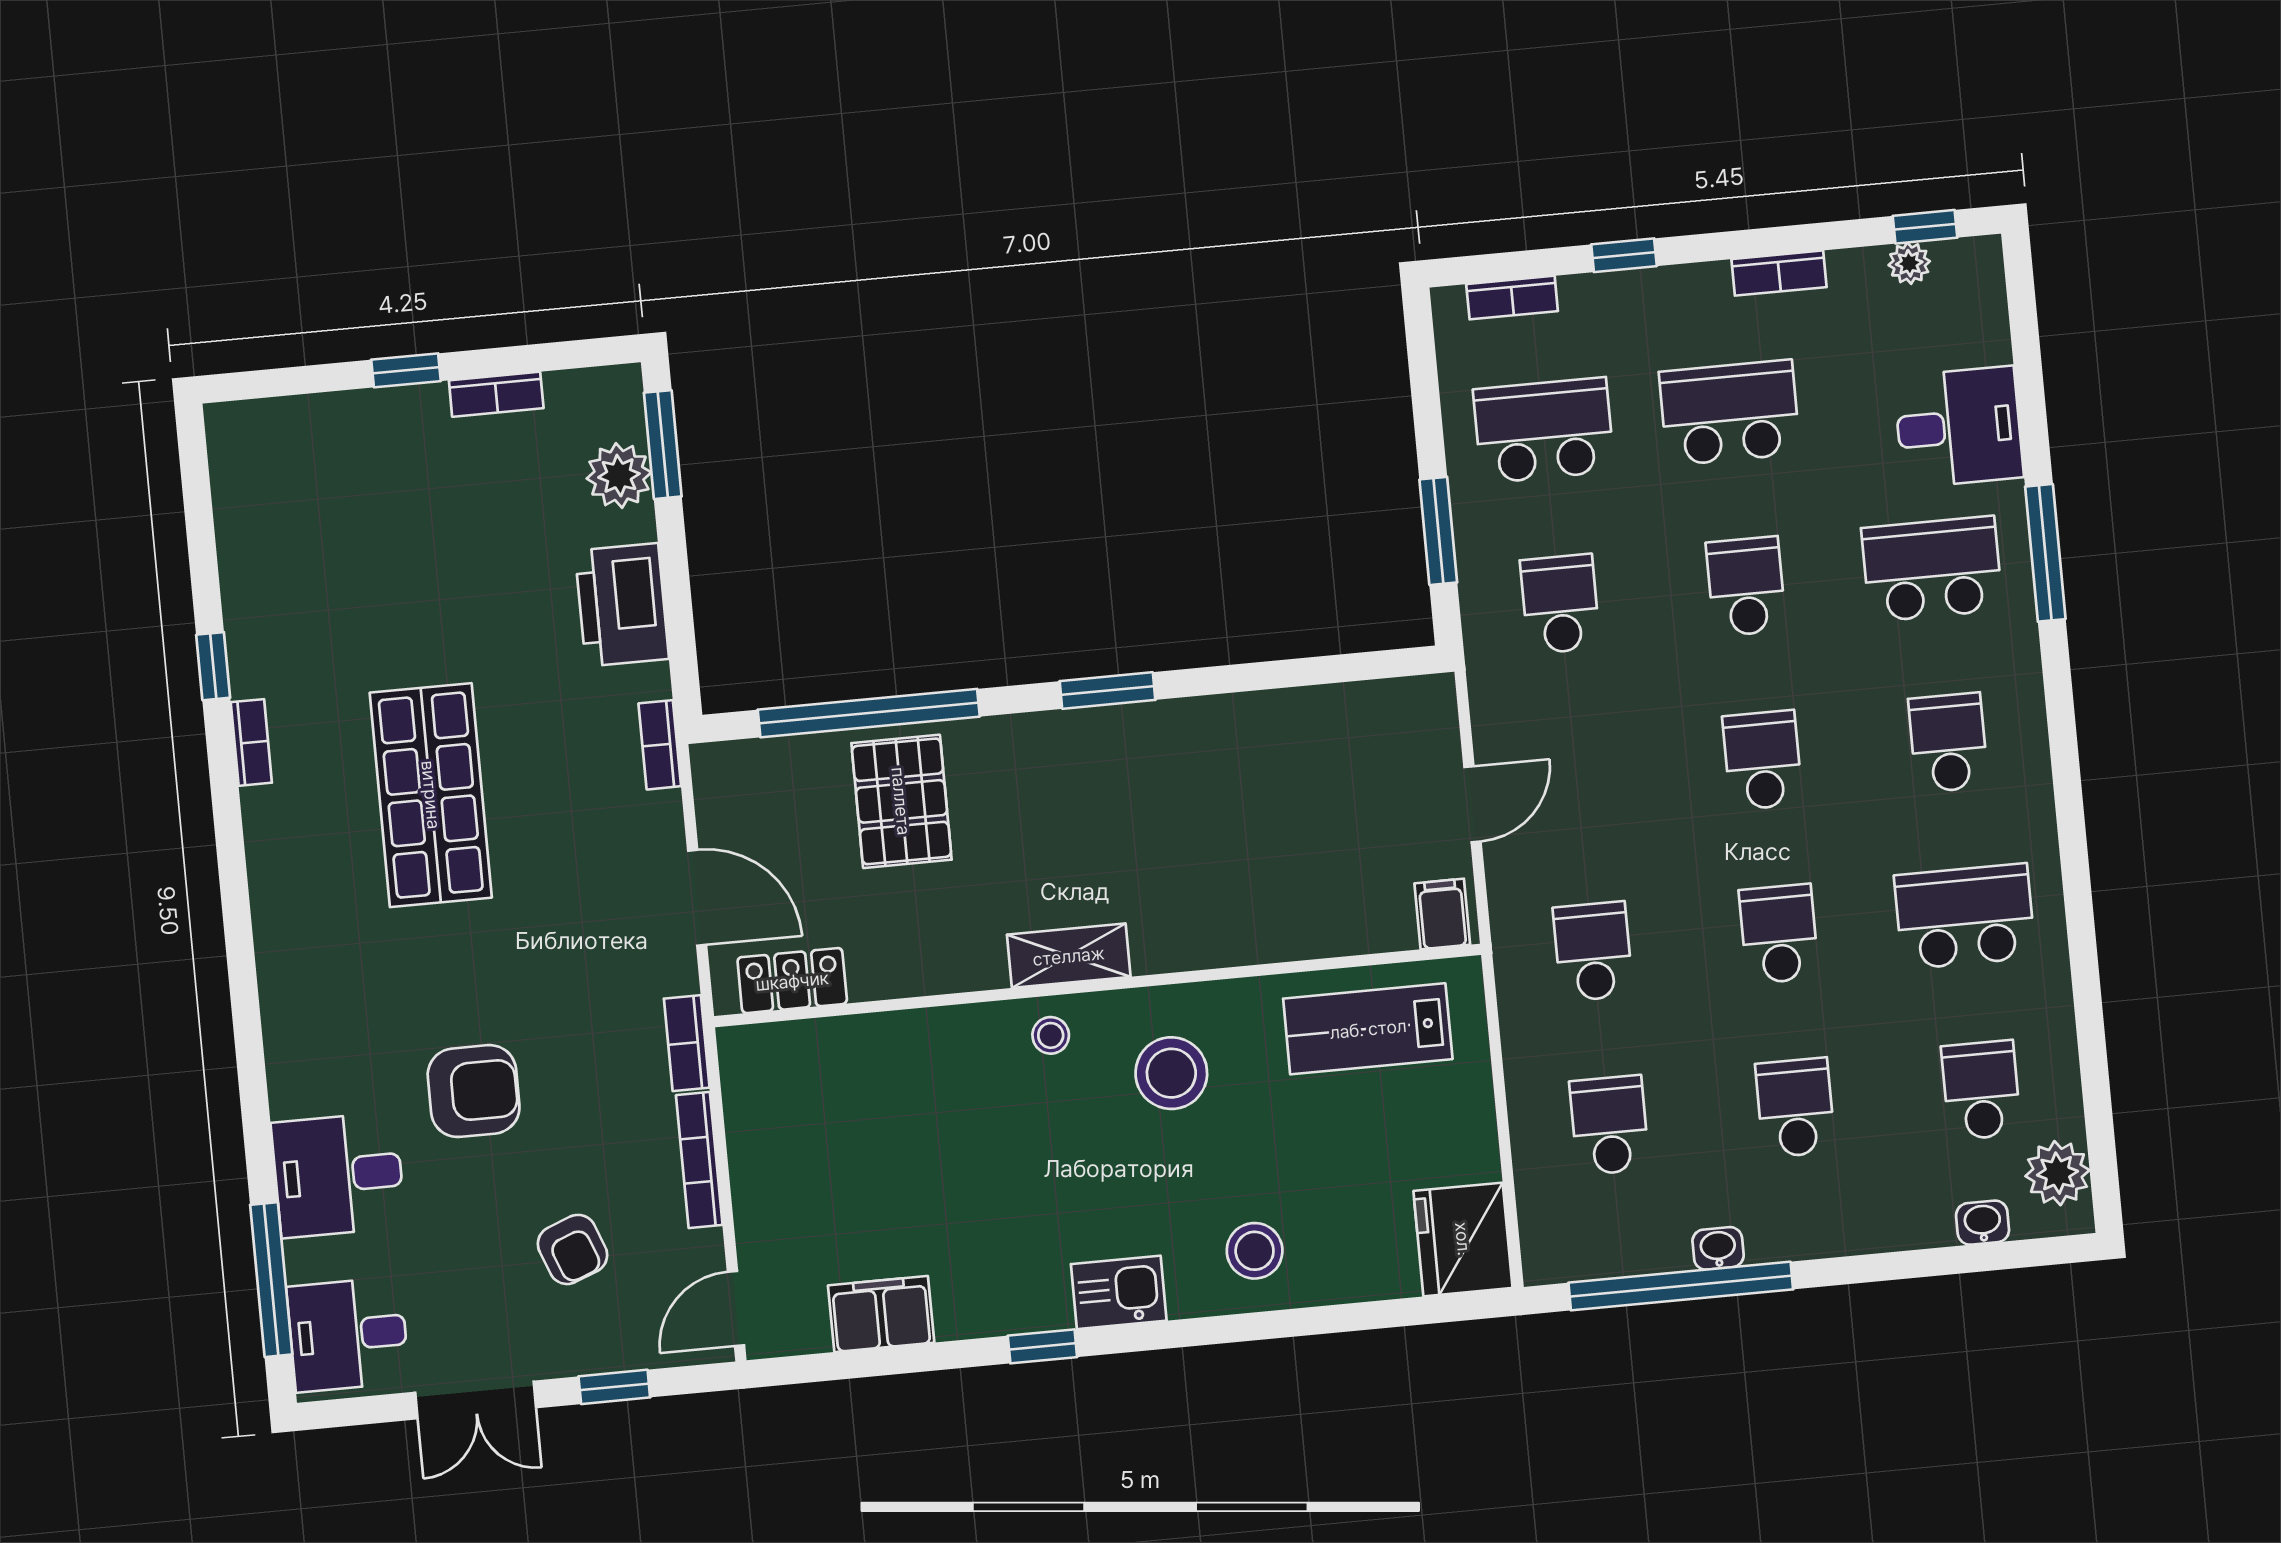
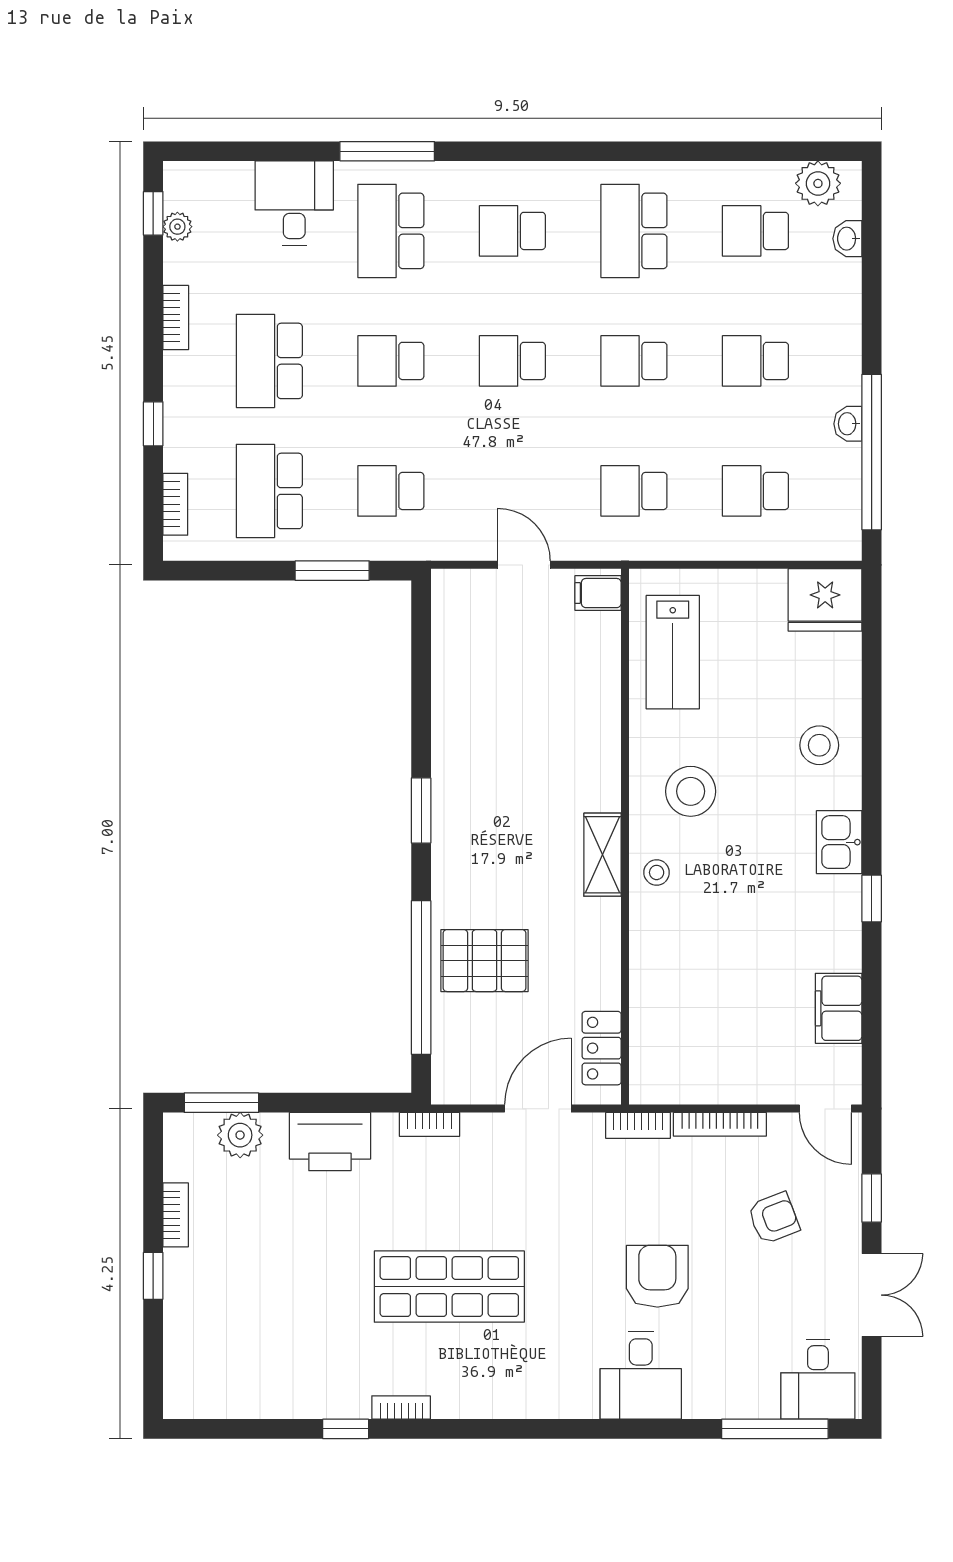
desk: (338, 1175) -> (641, 1376), moved

